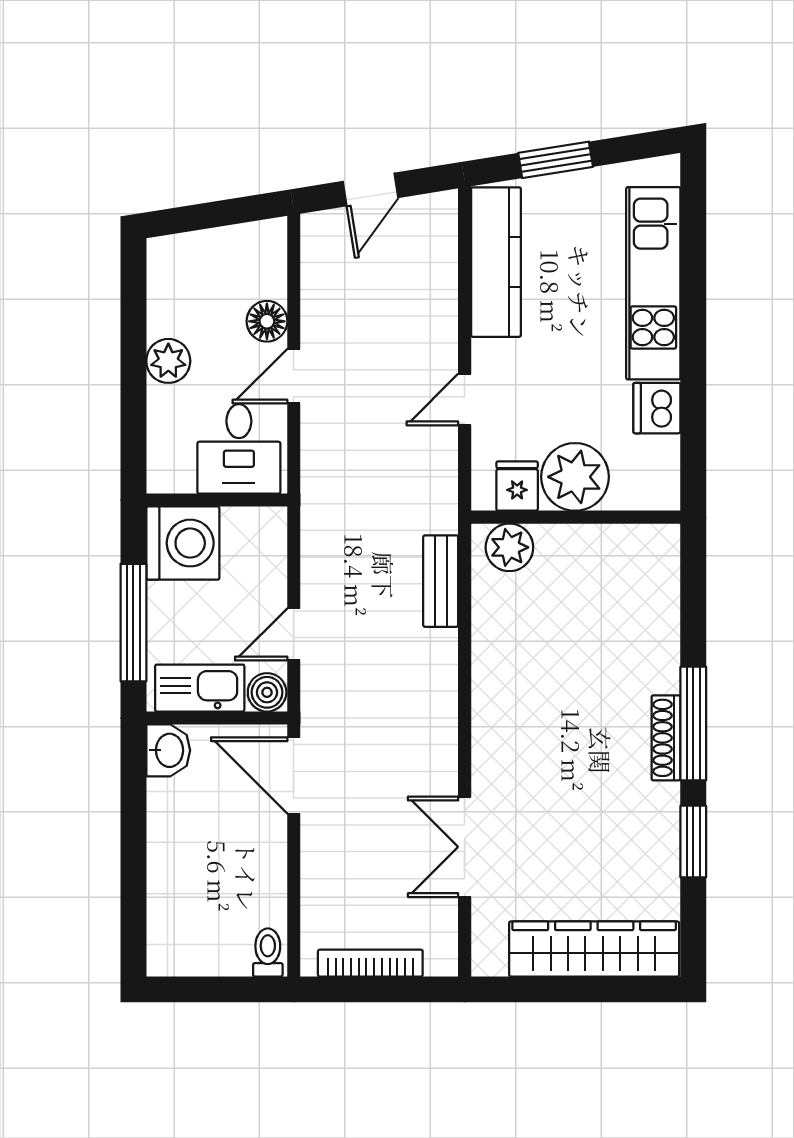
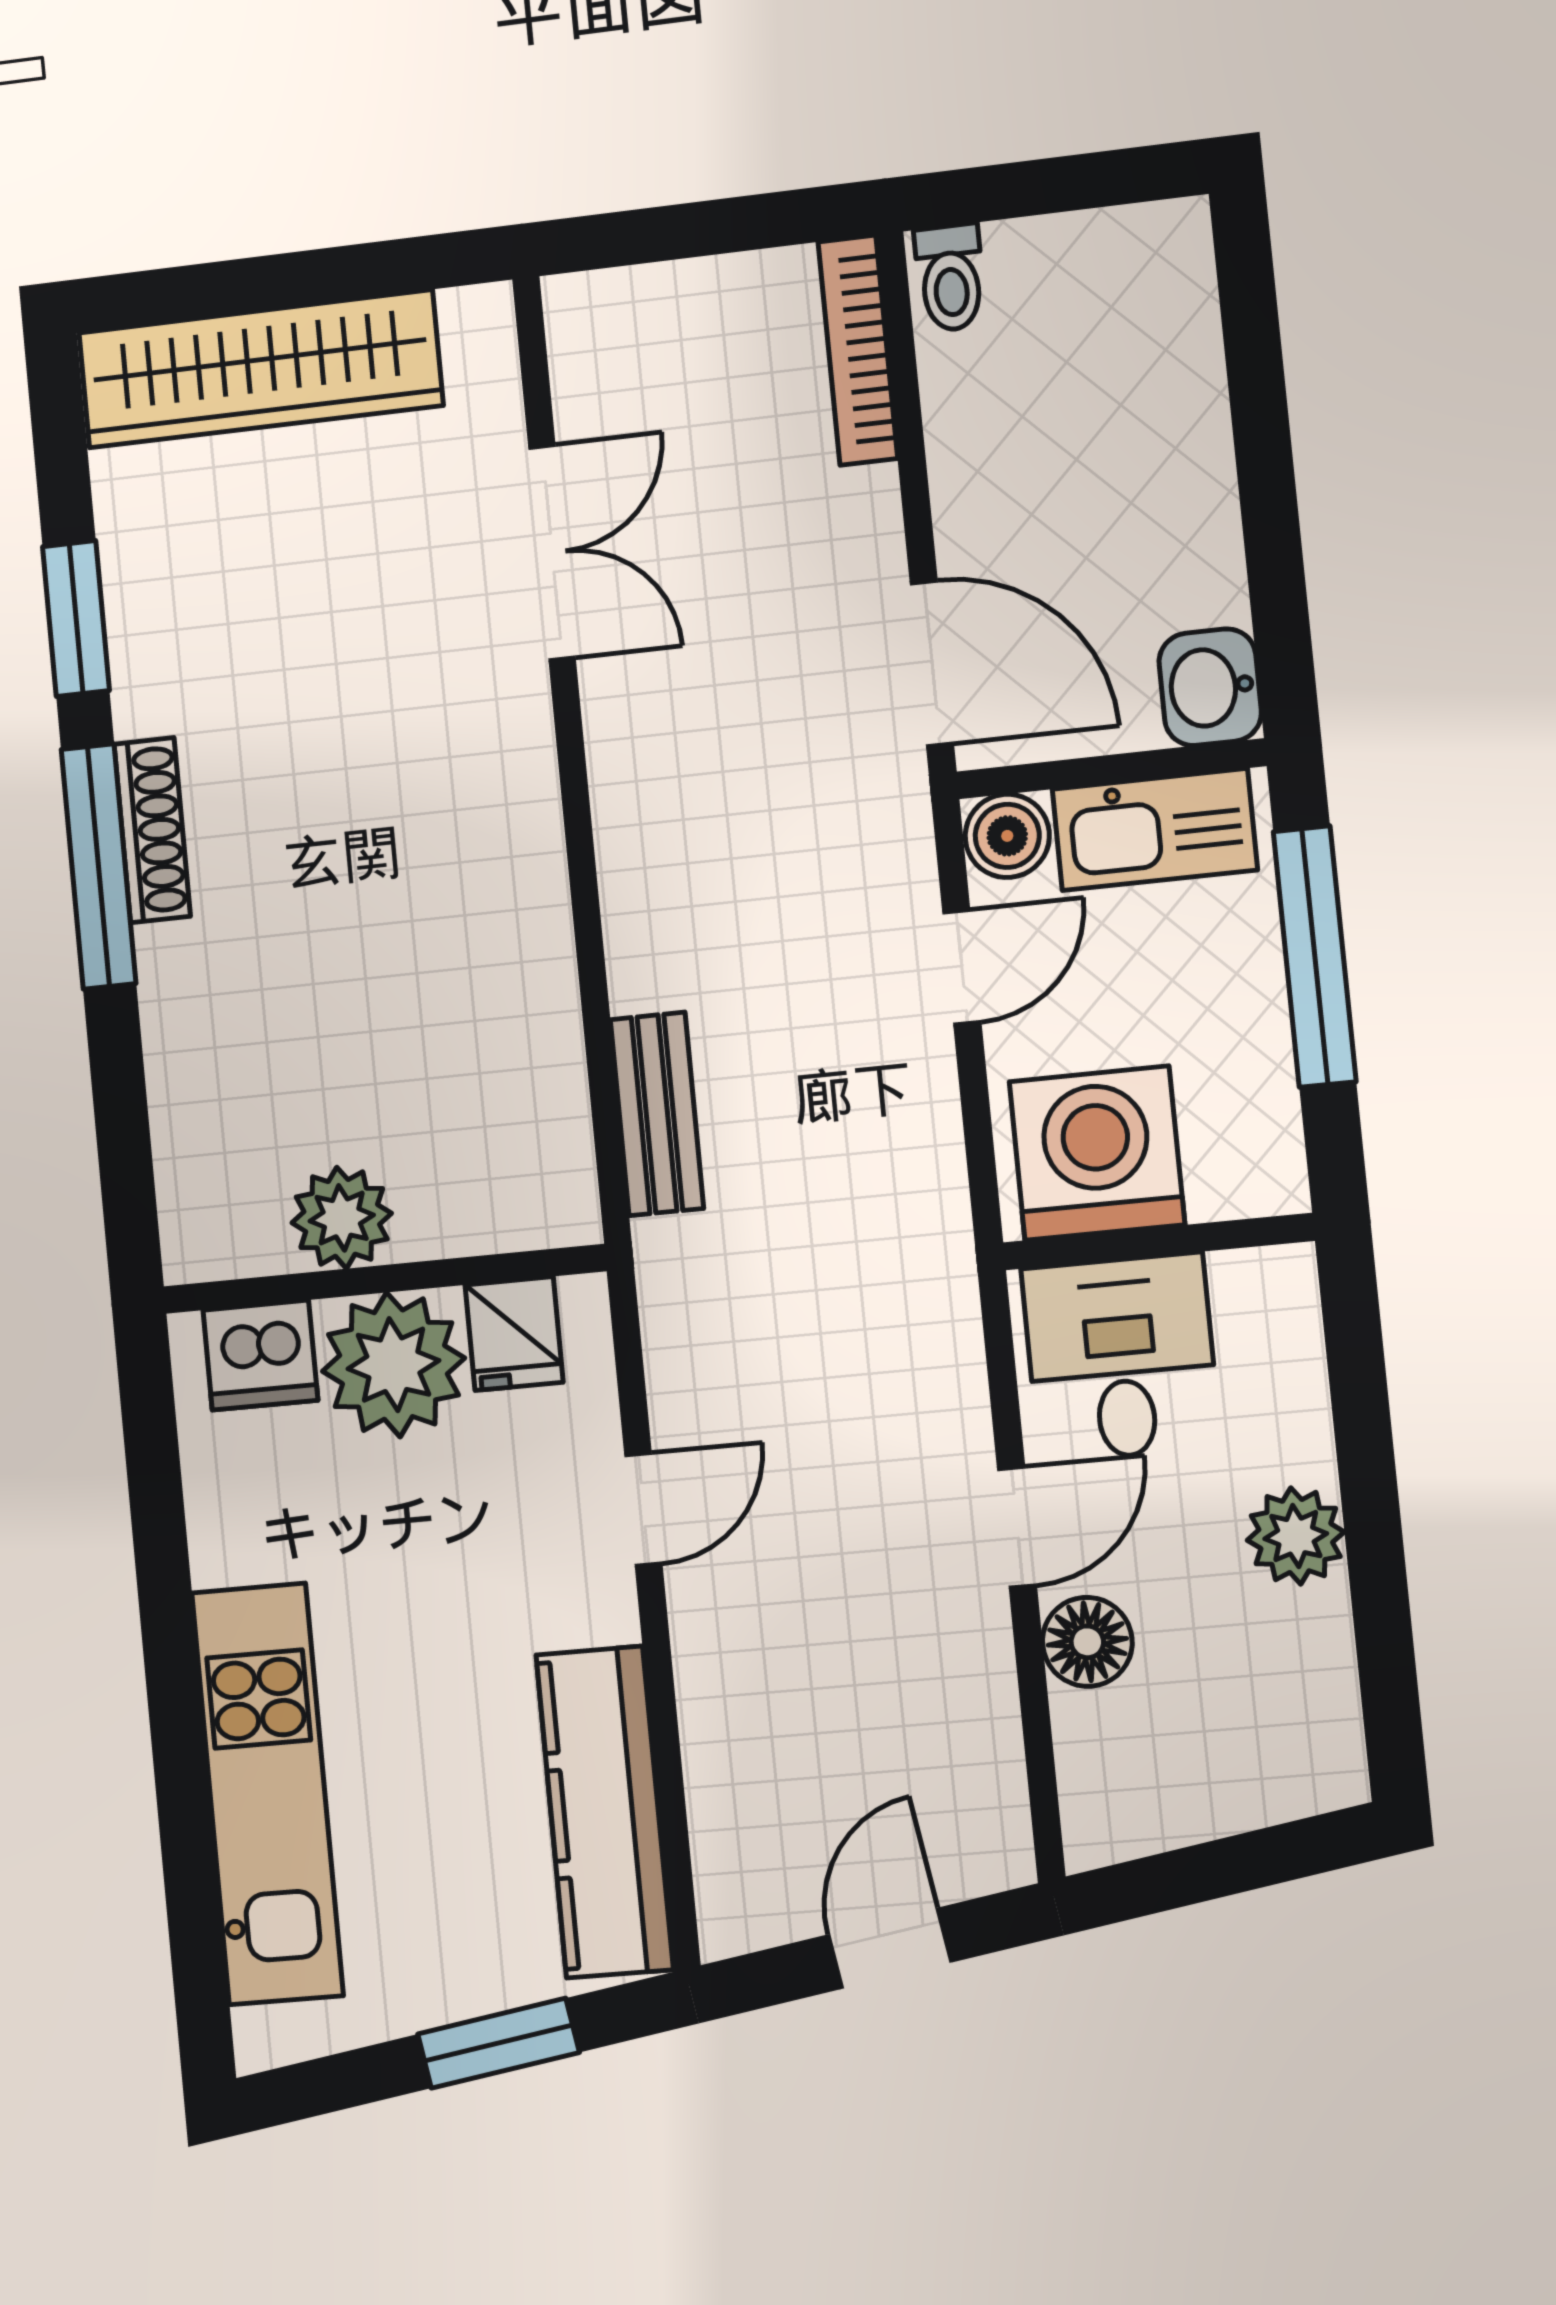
dishwasher: (657, 408) -> (260, 1355), moved, turned 90
washing machine: (183, 543) -> (1097, 1153), moved, turned 90
plant: (509, 547) -> (342, 1218), moved
bookcase: (370, 963) -> (858, 350), moved, turned 90

